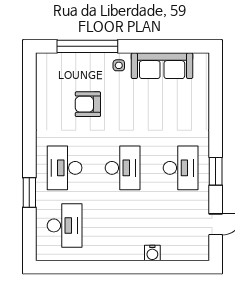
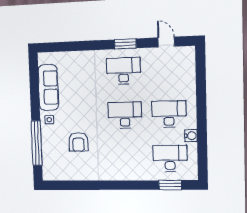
desk: (65, 168) -> (169, 114), moved, turned 180
window: (29, 193) -> (170, 185), moved
water cooler: (152, 253) -> (191, 136), moved

